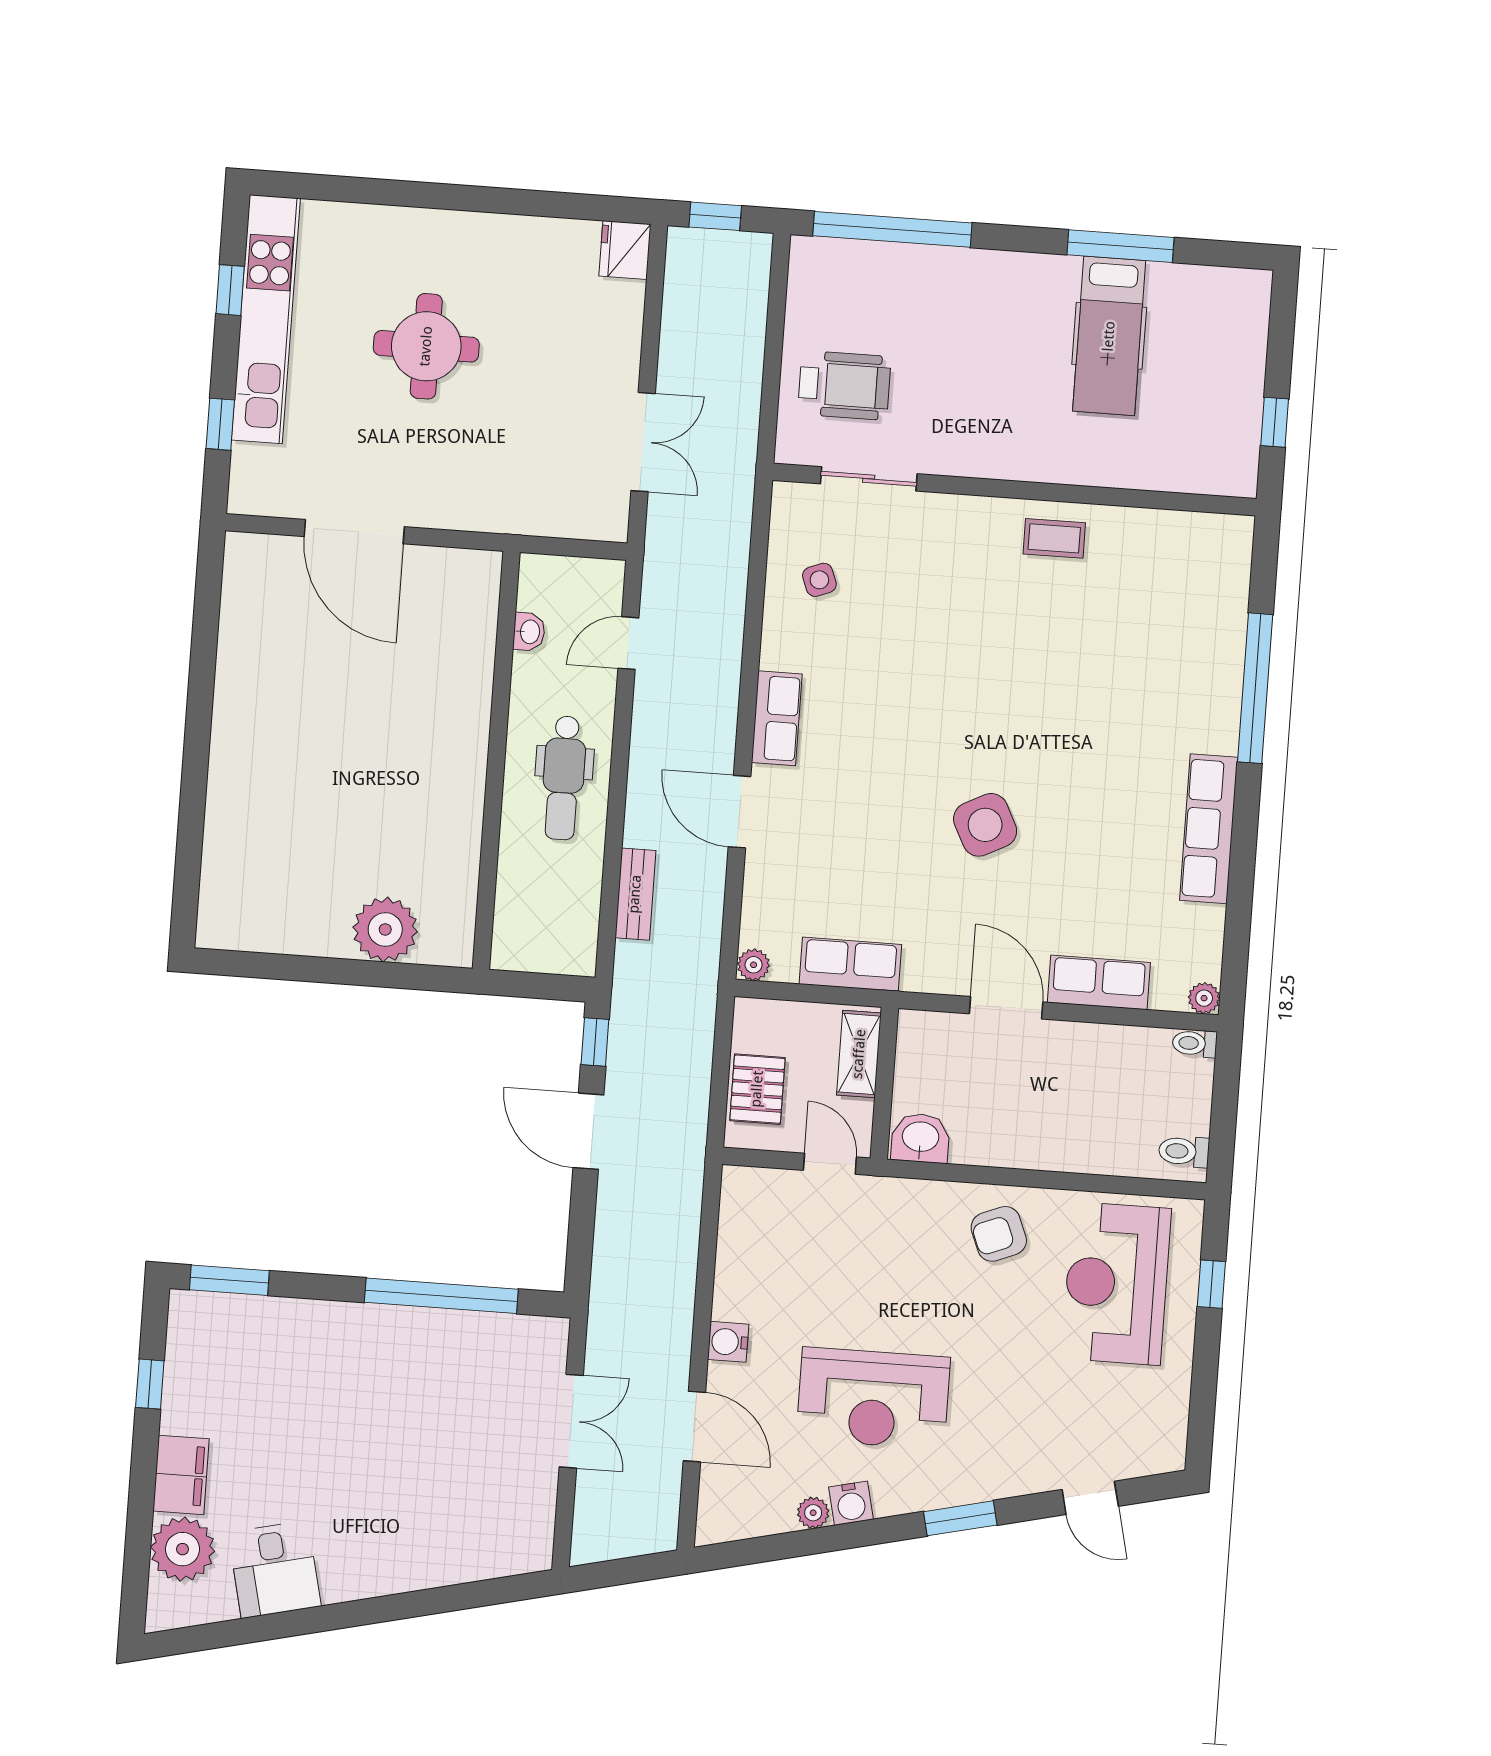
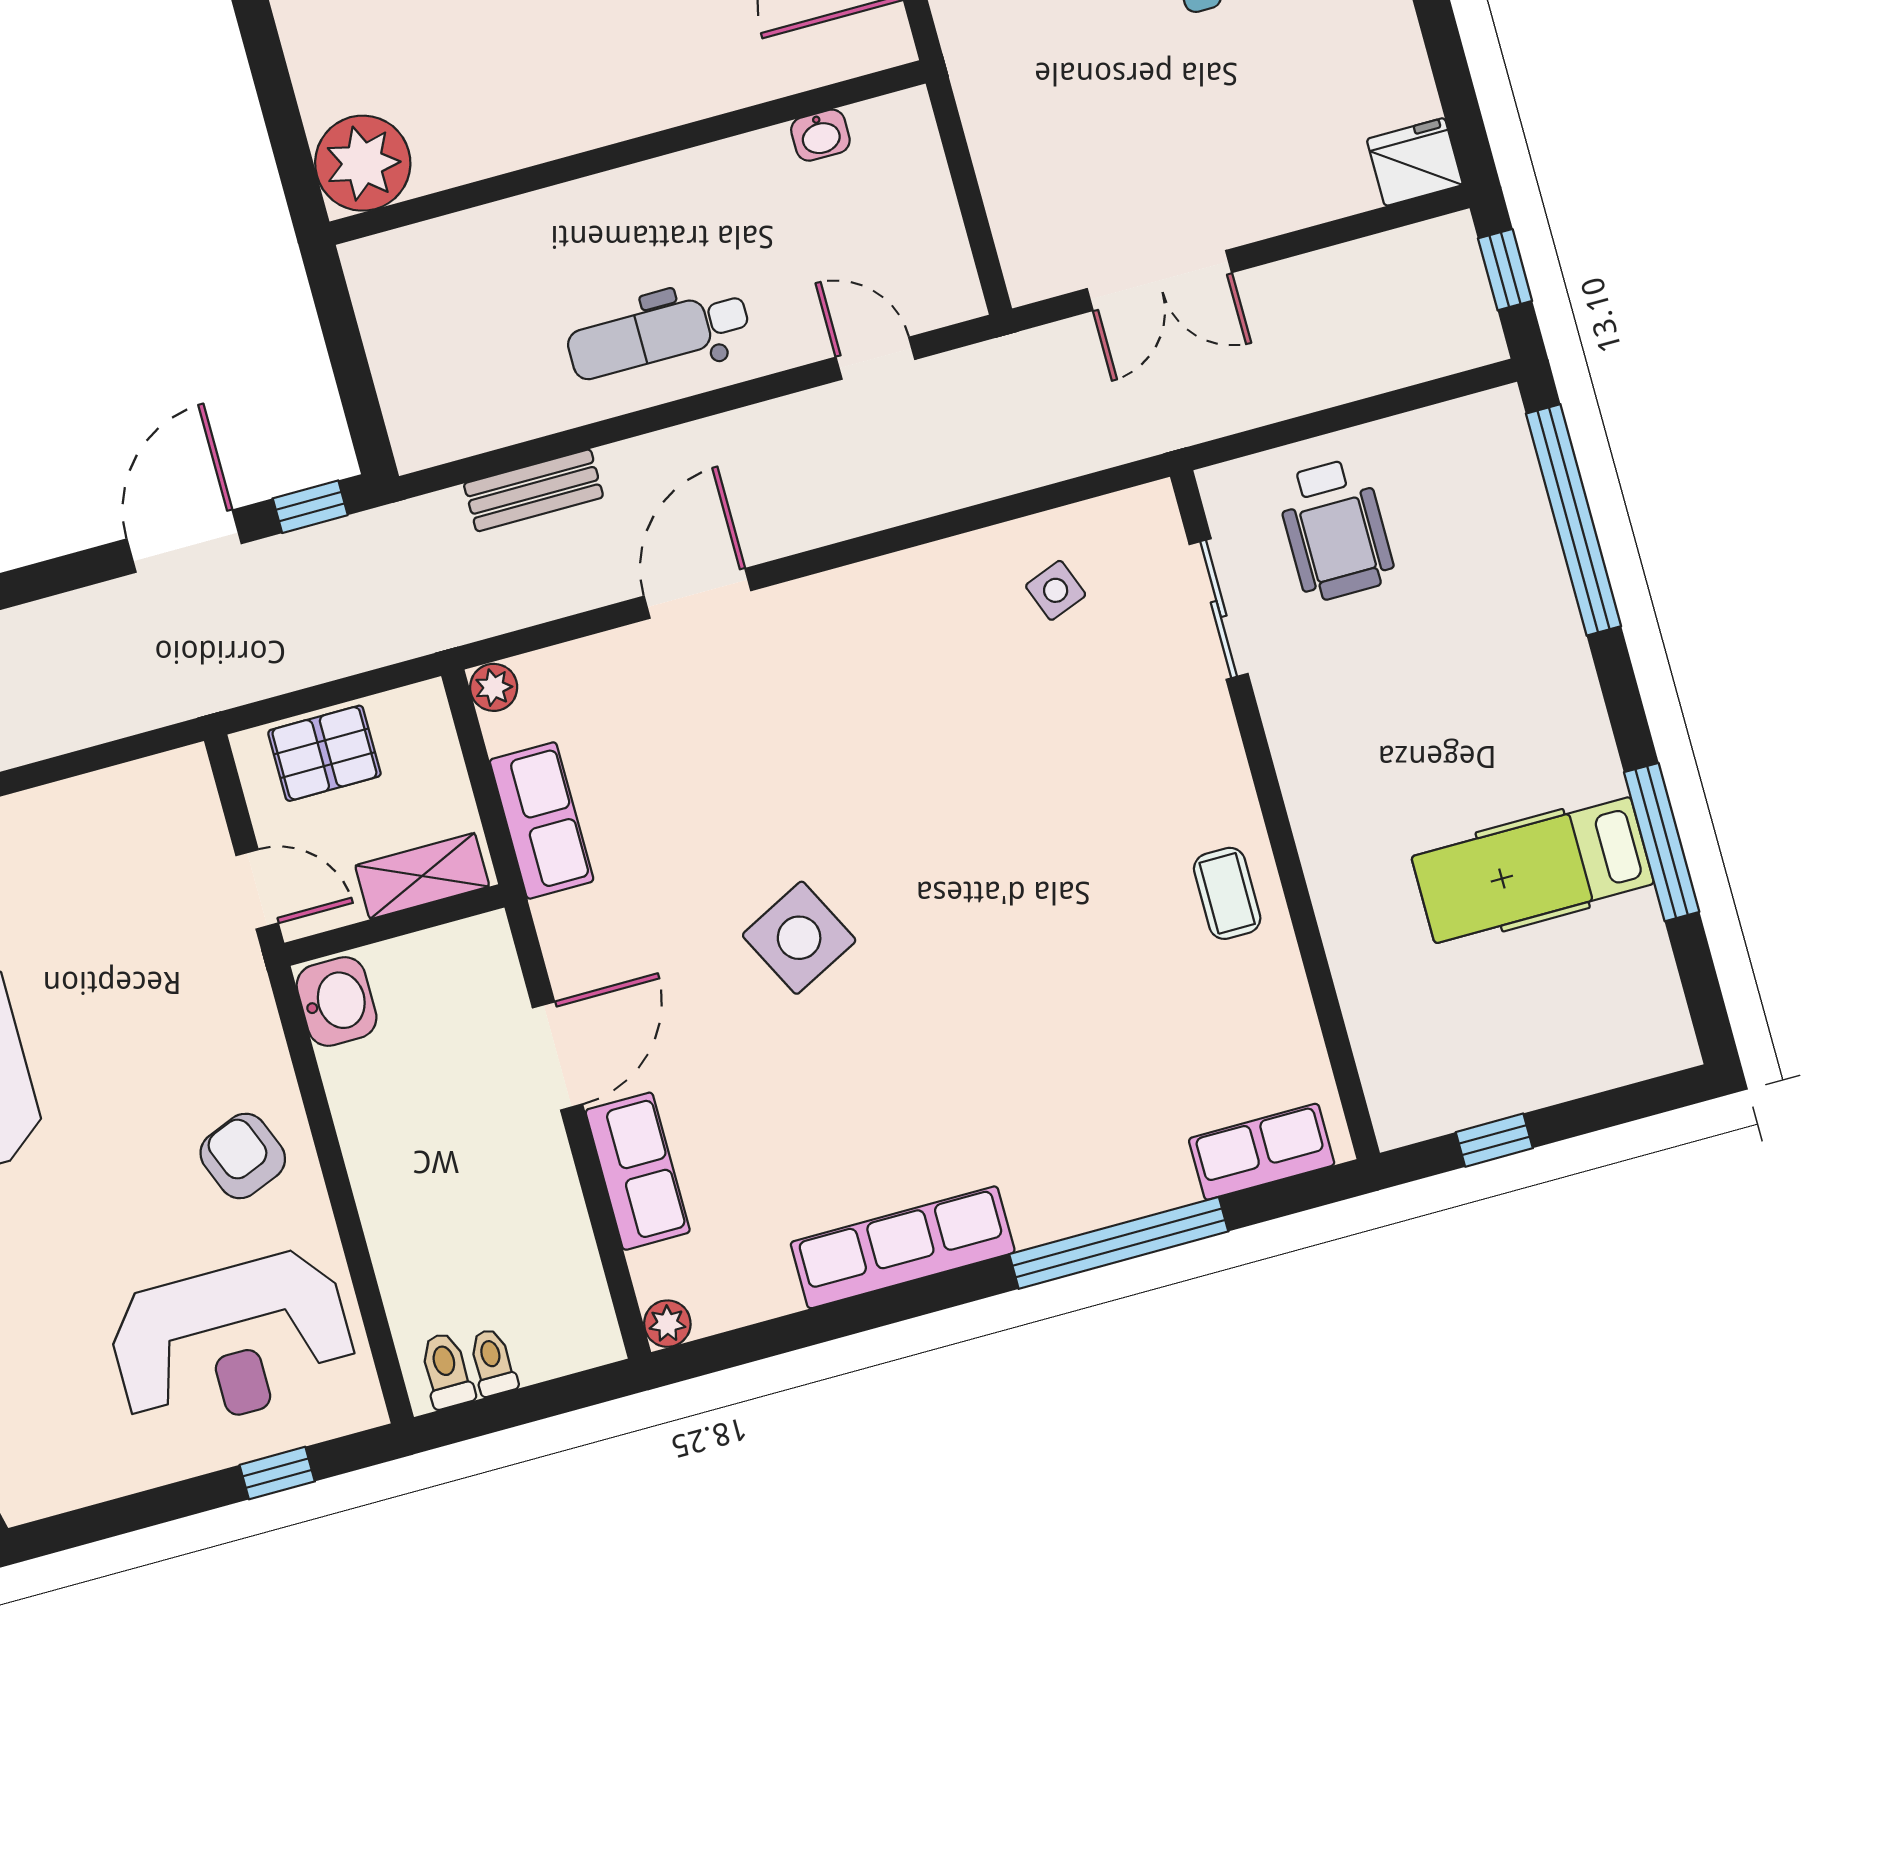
washbasin: (529, 632) -> (820, 135), moved
row of seats: (777, 718) -> (1262, 1152), moved, turned 180
wall: (496, 760) -> (628, 153), moved
toilet: (1195, 1043) -> (493, 1362), moved
door: (830, 1164) -> (257, 889), hinge flipped
reception desk: (1116, 1283) -> (232, 1342), turned 180

